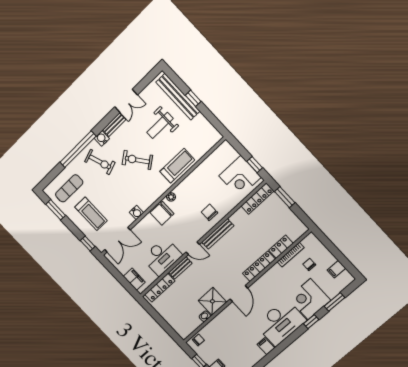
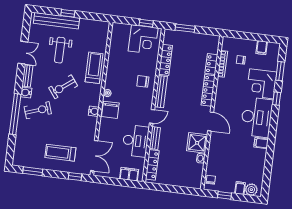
exercise mat: (69, 188) -> (30, 147), removed
locker: (257, 199) -> (166, 60), moved
water cooler: (136, 213) -> (94, 111), moved
treadmill: (91, 214) -> (60, 153), turned 180

